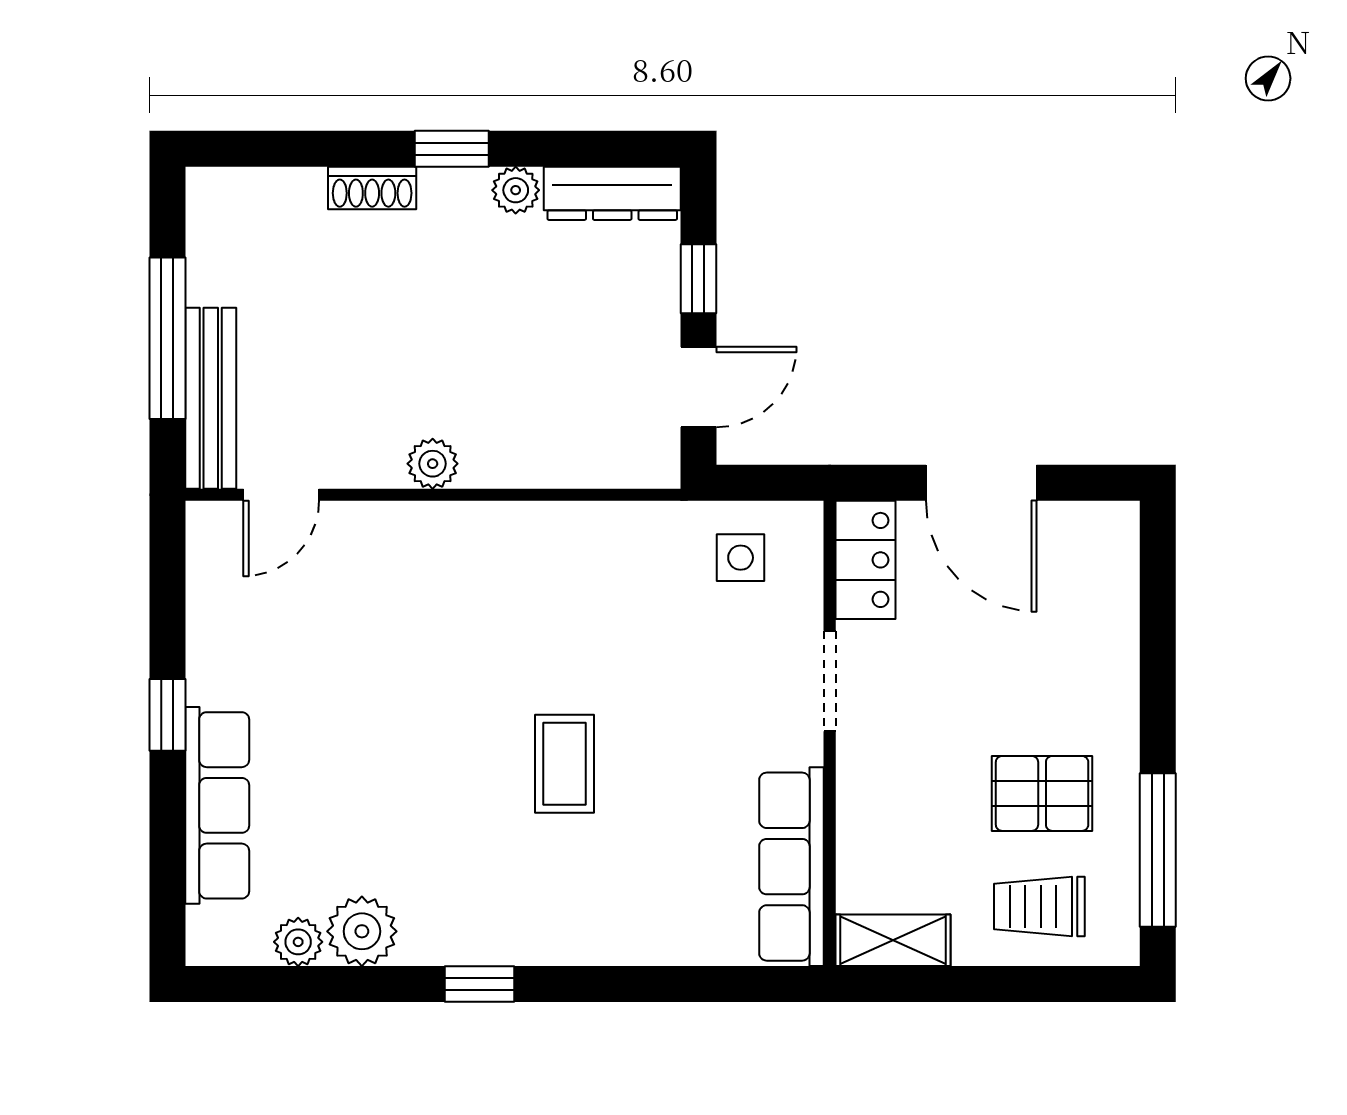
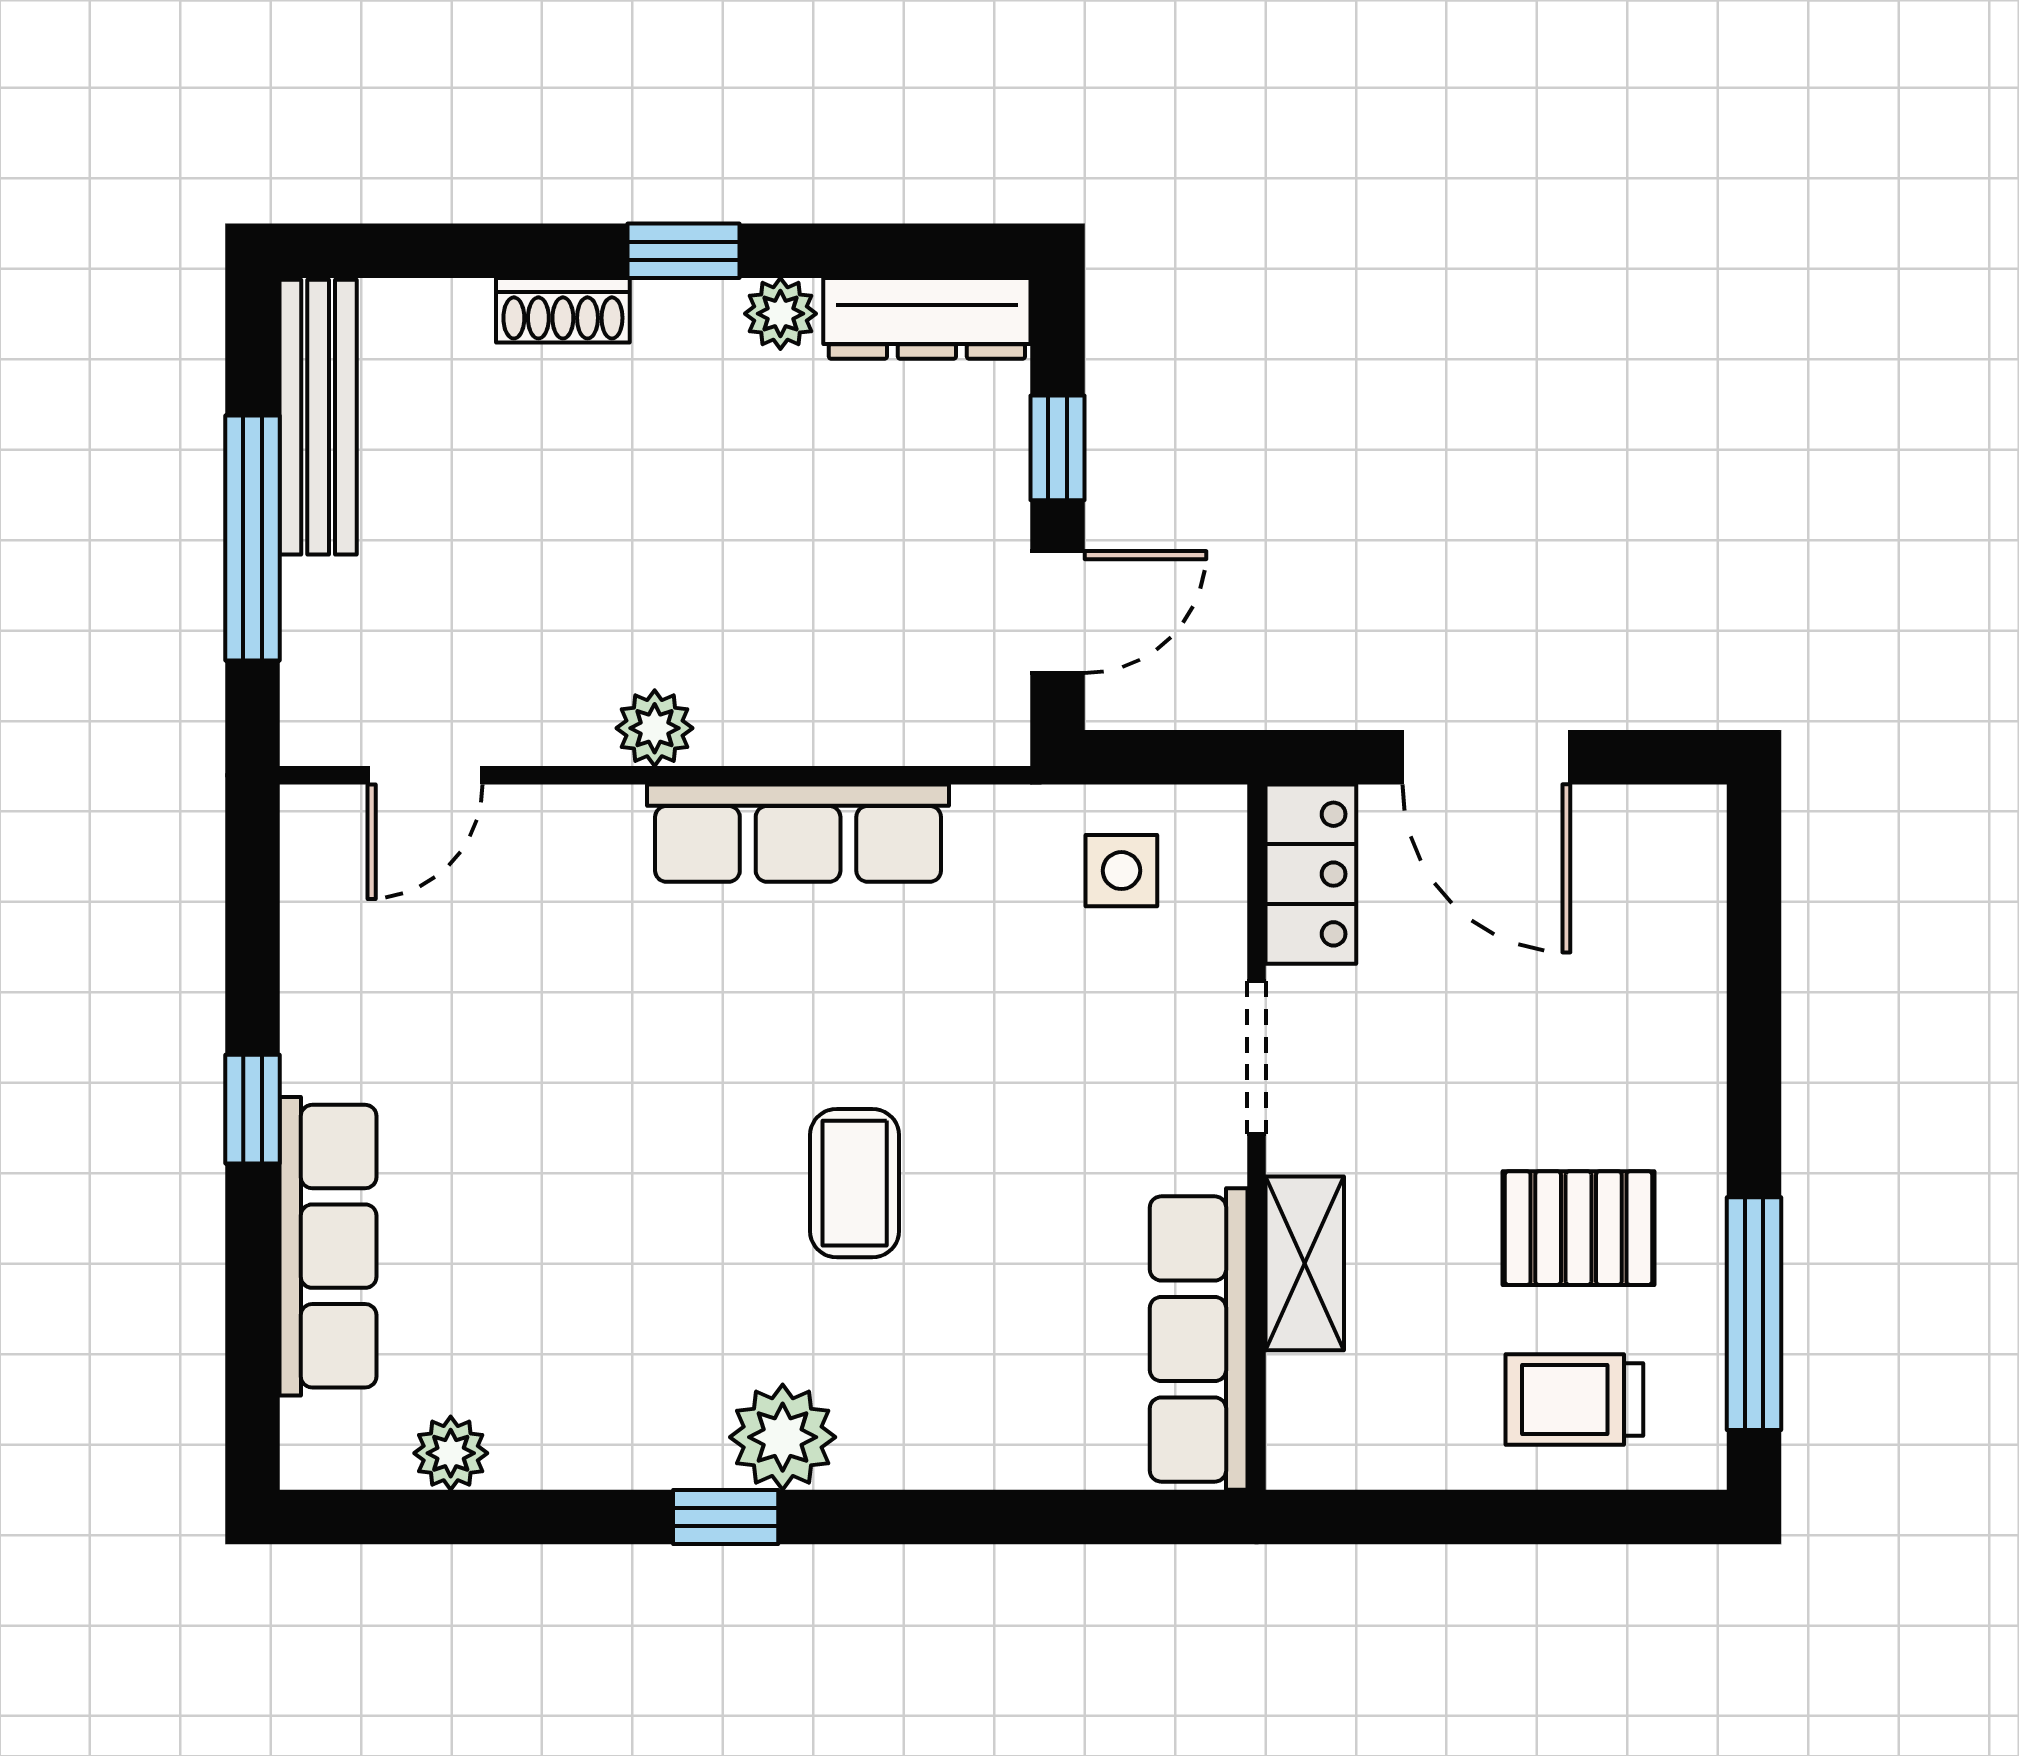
bench: (211, 398) -> (318, 417), moved
row of seats: (527, 533) -> (798, 833), added
plant: (362, 931) -> (783, 1437), moved
shelving: (893, 940) -> (1305, 1263), moved, turned 90

